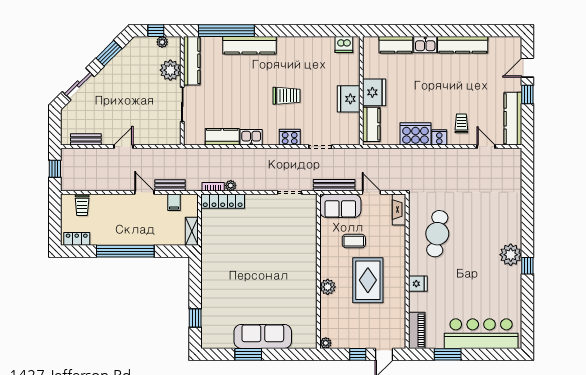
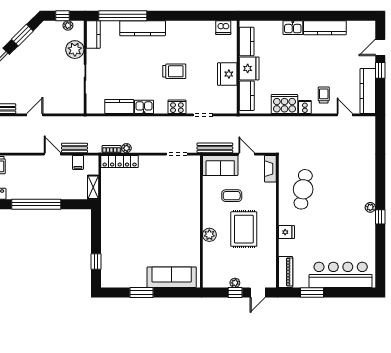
kitchen counter: (396, 45) -> (247, 41), moved, turned -90
kitchen counter: (192, 61) -> (93, 34), width x0.67
plant: (511, 255) -> (370, 207), width x0.53, depth x0.53
sofa: (263, 336) -> (172, 277), moved
plant: (326, 343) -> (235, 283), moved

